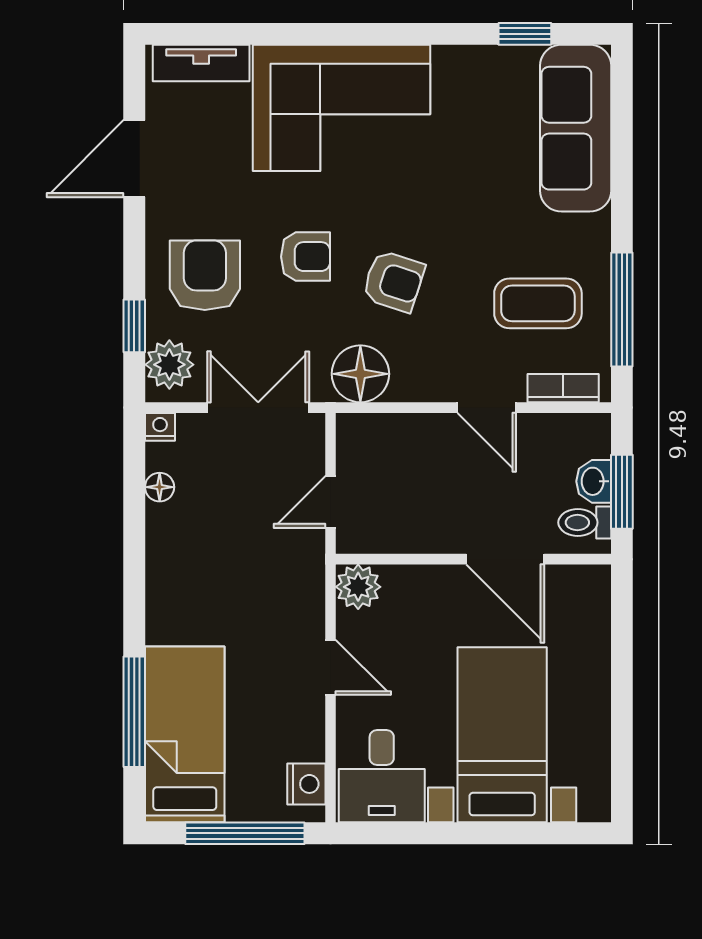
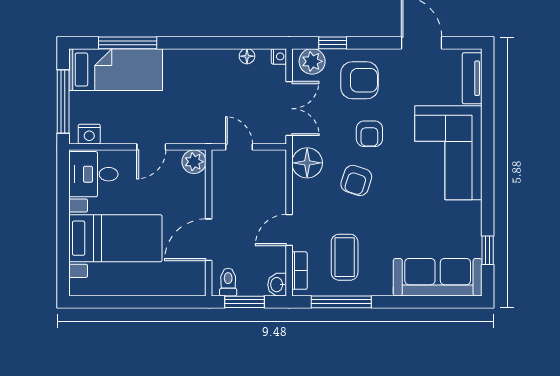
washbasin: (594, 481) -> (277, 285), moved, turned -90

